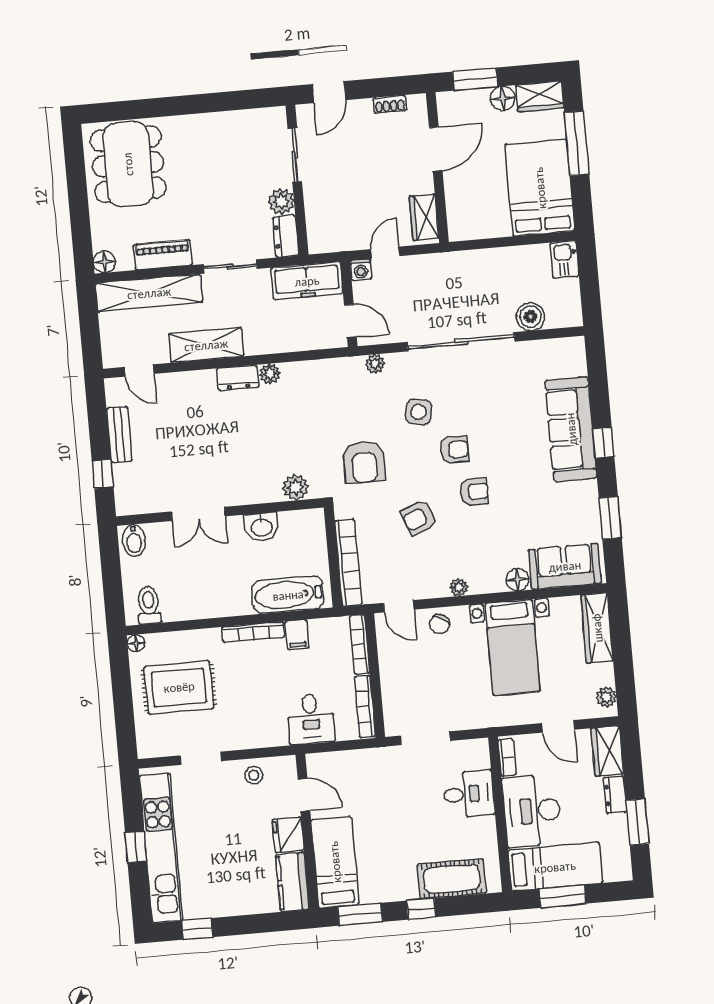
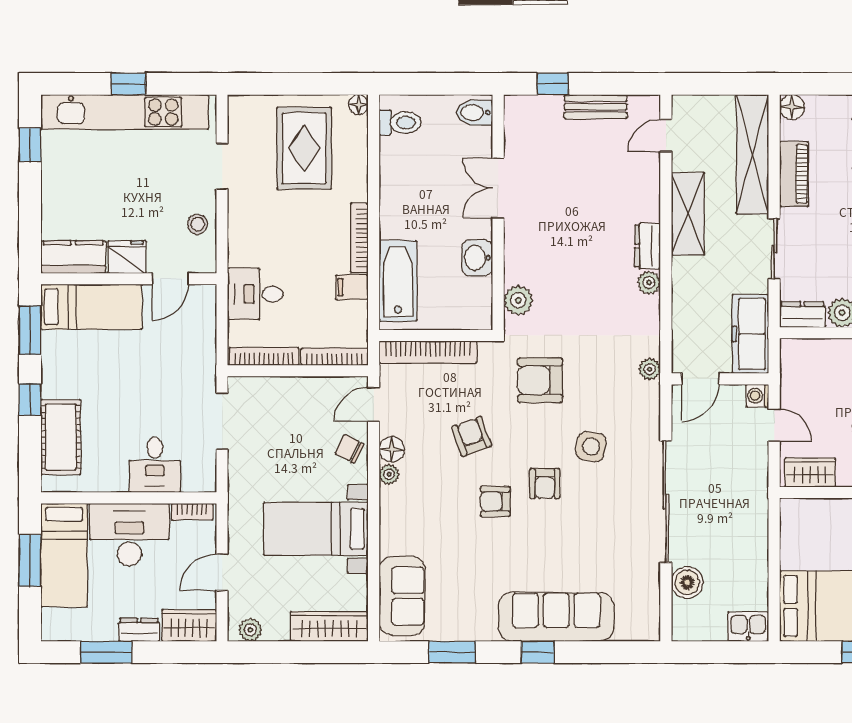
plant: (375, 364) -> (650, 369), moved
armchair: (474, 492) -> (495, 502), turned 90
floor lamp: (517, 580) -> (392, 449), moved

